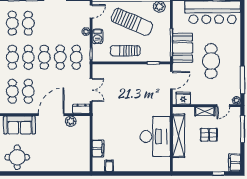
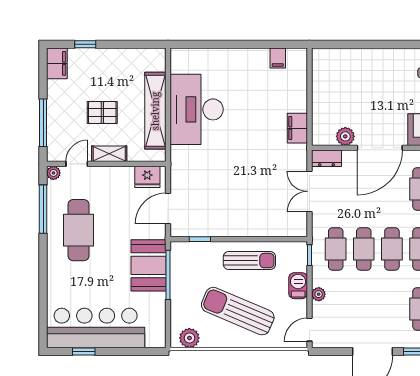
cafe table: (211, 61) -> (78, 230), moved
filing cabinet: (98, 148) -> (297, 128), moved

